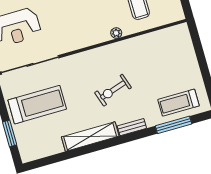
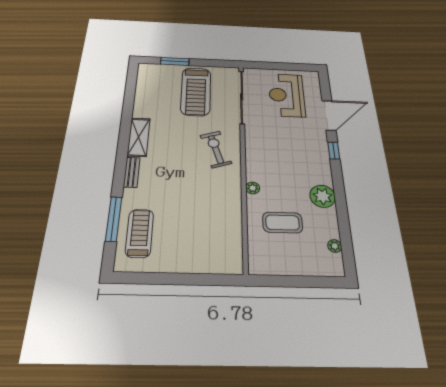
exercise bike: (113, 90) -> (216, 149), moved
shelving: (90, 137) -> (139, 137), width x0.68

